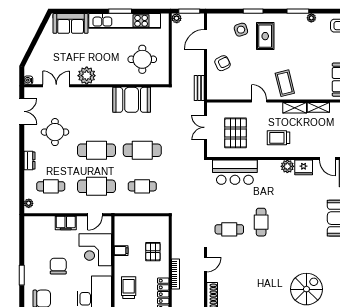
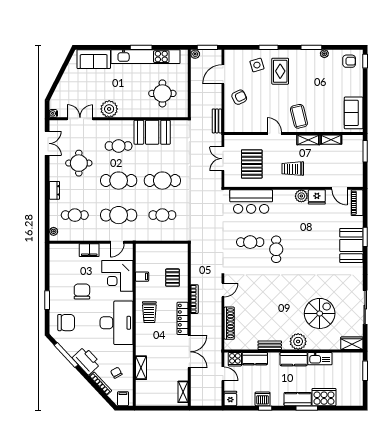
cafe table: (96, 114) -> (119, 146), added
cafe table: (229, 229) -> (250, 242), moved
trolley: (129, 288) -> (149, 312), turned 180

